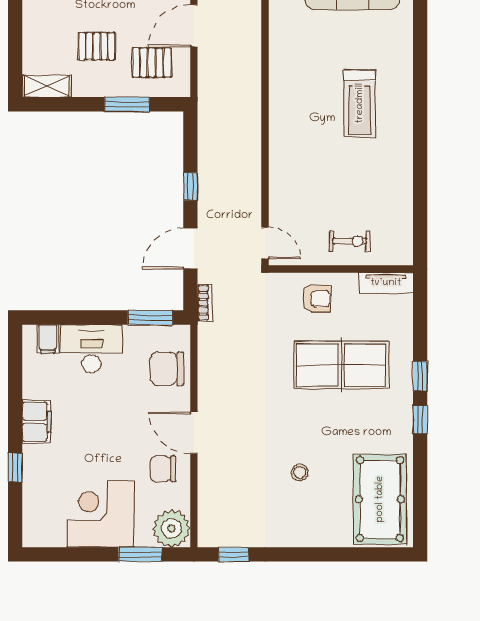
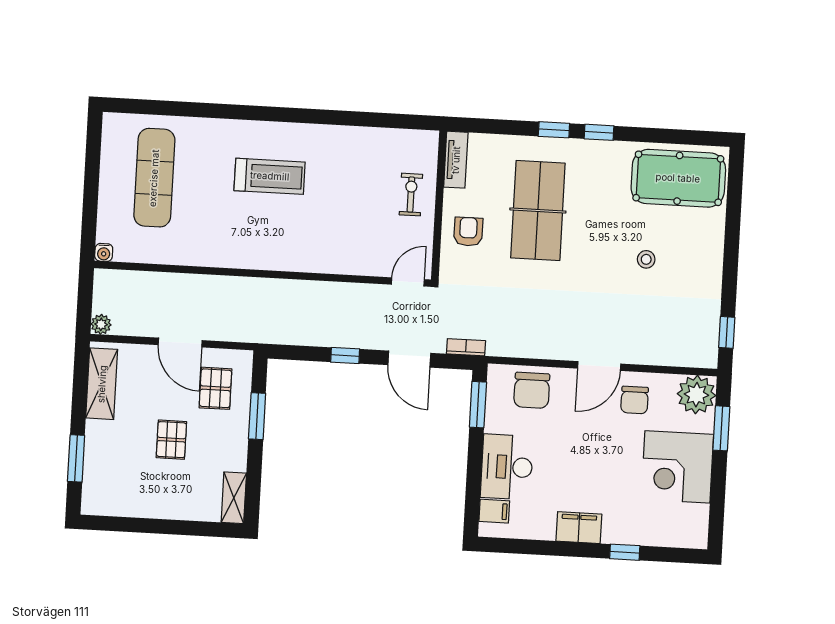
pallet: (97, 46) -> (171, 440), moved

